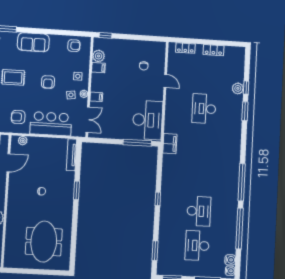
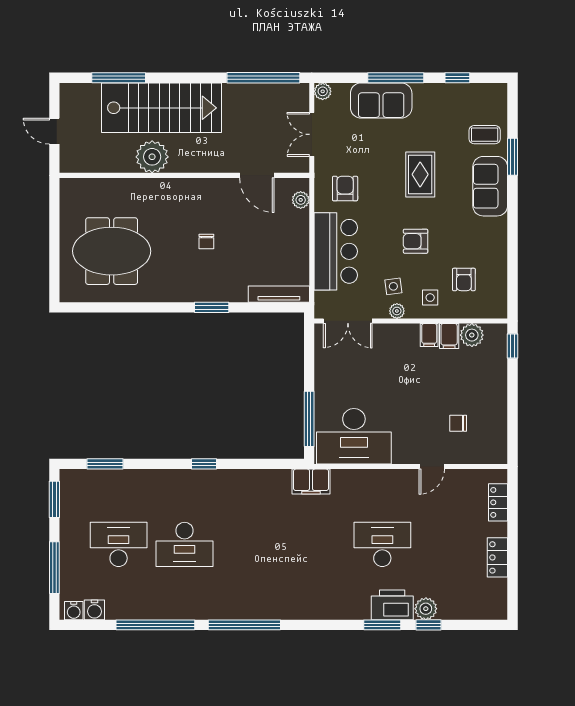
sofa: (33, 42) -> (490, 186), moved
armchair: (74, 46) -> (464, 279), moved
filing cabinet: (96, 97) -> (429, 335), moved
printer: (235, 106) -> (392, 605), added

